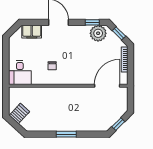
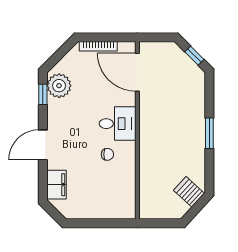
window: (119, 33) -> (59, 55), removed
desk: (20, 73) -> (118, 124), moved
server rack: (19, 113) -> (189, 192), moved

